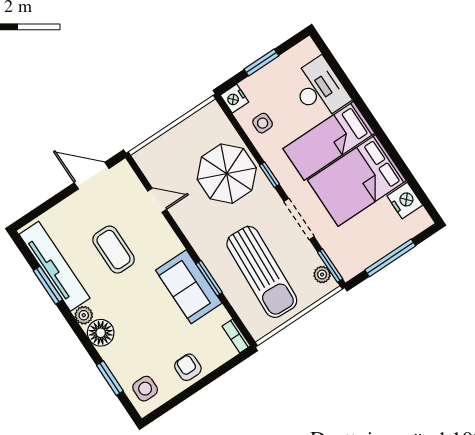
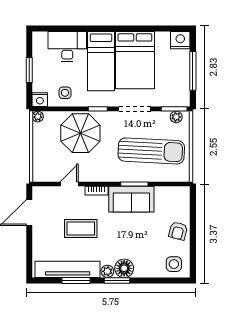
plant: (213, 109) -> (38, 117), added
nightstand: (405, 201) -> (180, 40), moved
bookcase: (236, 336) -> (96, 191), moved
armchair: (188, 367) -> (178, 231), turned -76
window: (110, 378) -> (117, 281), moved

